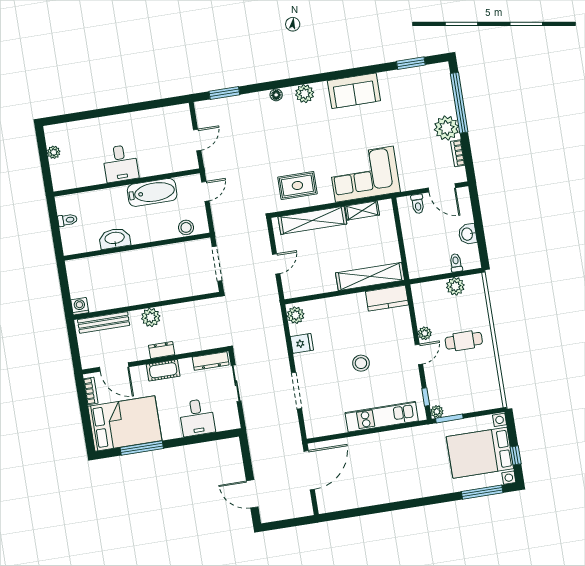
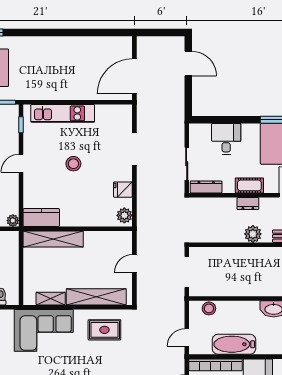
bookcase: (169, 166) -> (216, 365), added
plant: (425, 333) -> (13, 221), moved
plant: (437, 412) -> (13, 110), removed

